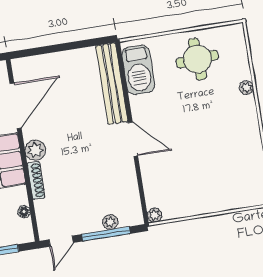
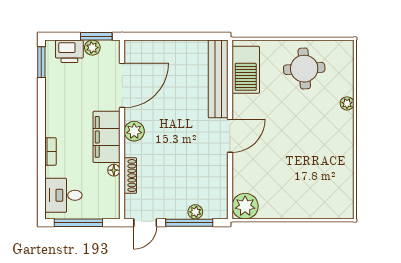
door: (133, 139) -> (230, 136), hinge flipped
shoe rack: (36, 181) -> (130, 176), moved
floor lamp: (24, 212) -> (114, 170), moved
plant: (155, 215) -> (245, 206), width x1.88, depth x1.88

